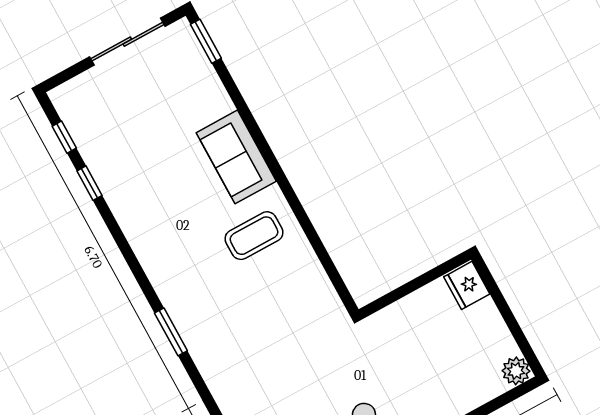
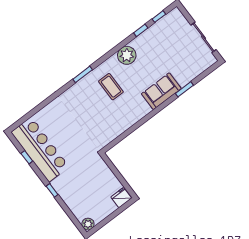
window: (206, 41) -> (184, 89), moved
plant: (142, 224) -> (127, 55), added
coffee table: (254, 236) -> (111, 87), moved

